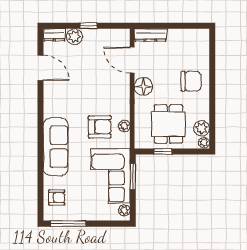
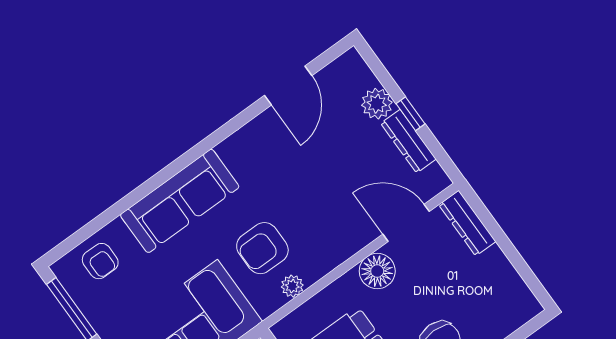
dresser: (54, 35) -> (408, 141), moved, width x1.44
door: (132, 60) -> (406, 223), hinge flipped
armchair: (100, 127) -> (262, 248), turned 90

